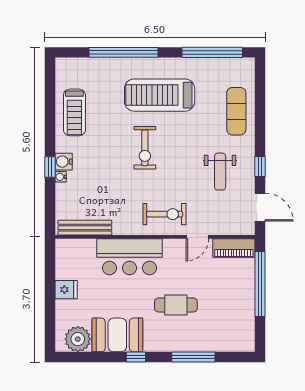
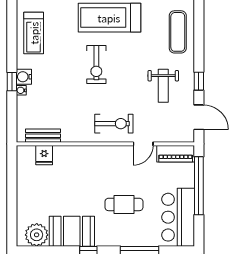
bench: (85, 228) -> (43, 136), width x0.73
bar counter: (129, 257) -> (178, 217), moved, turned 90
fridge: (66, 290) -> (44, 155), moved, turned 90

